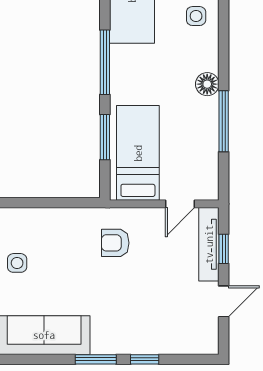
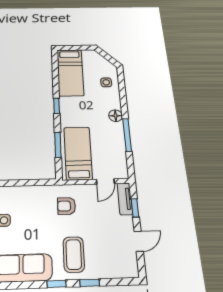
window: (105, 62) -> (57, 106), width x0.46
tv unit: (209, 244) -> (125, 199), width x0.71
coffee table: (123, 318) -> (74, 254), added
window: (96, 359) -> (57, 284), width x0.67

